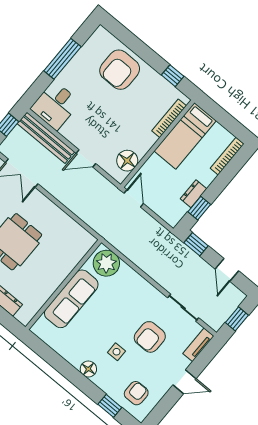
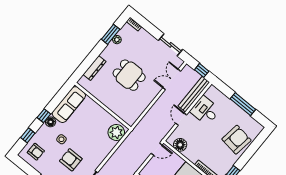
armchair: (120, 70) -> (236, 140), turned 98
desk: (55, 105) -> (205, 111), moved
sofa: (71, 299) -> (69, 105), moved, turned -90
window: (78, 380) -> (44, 116), added

